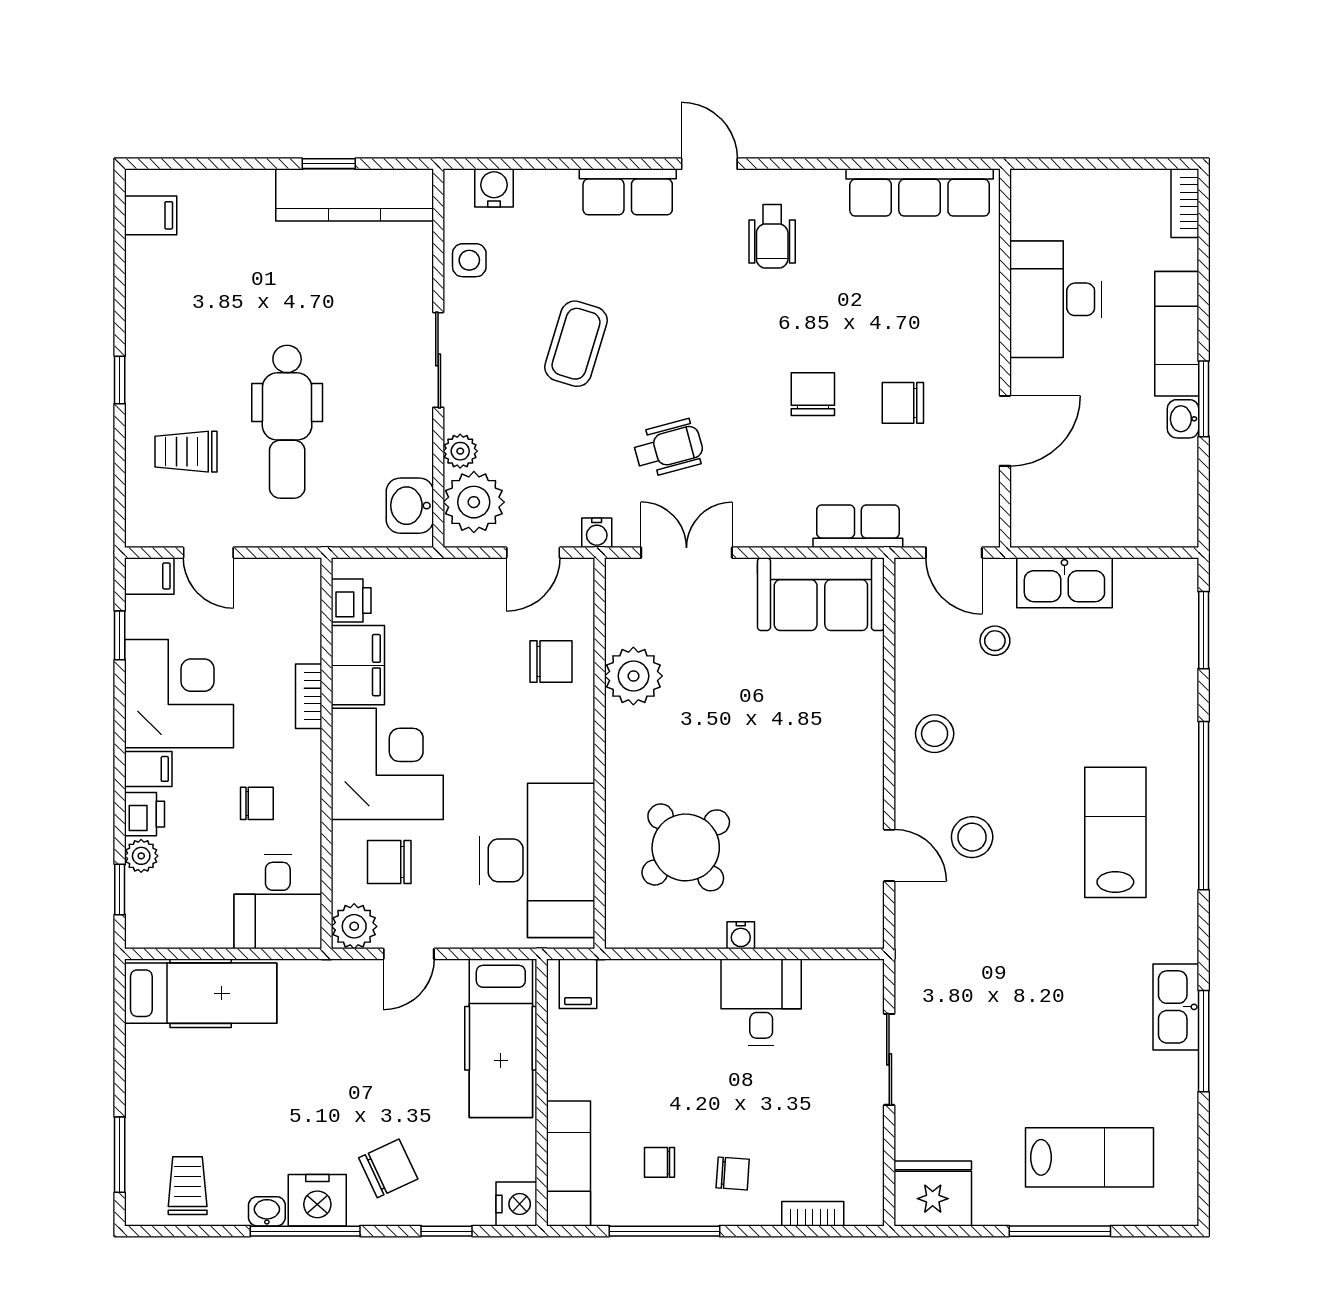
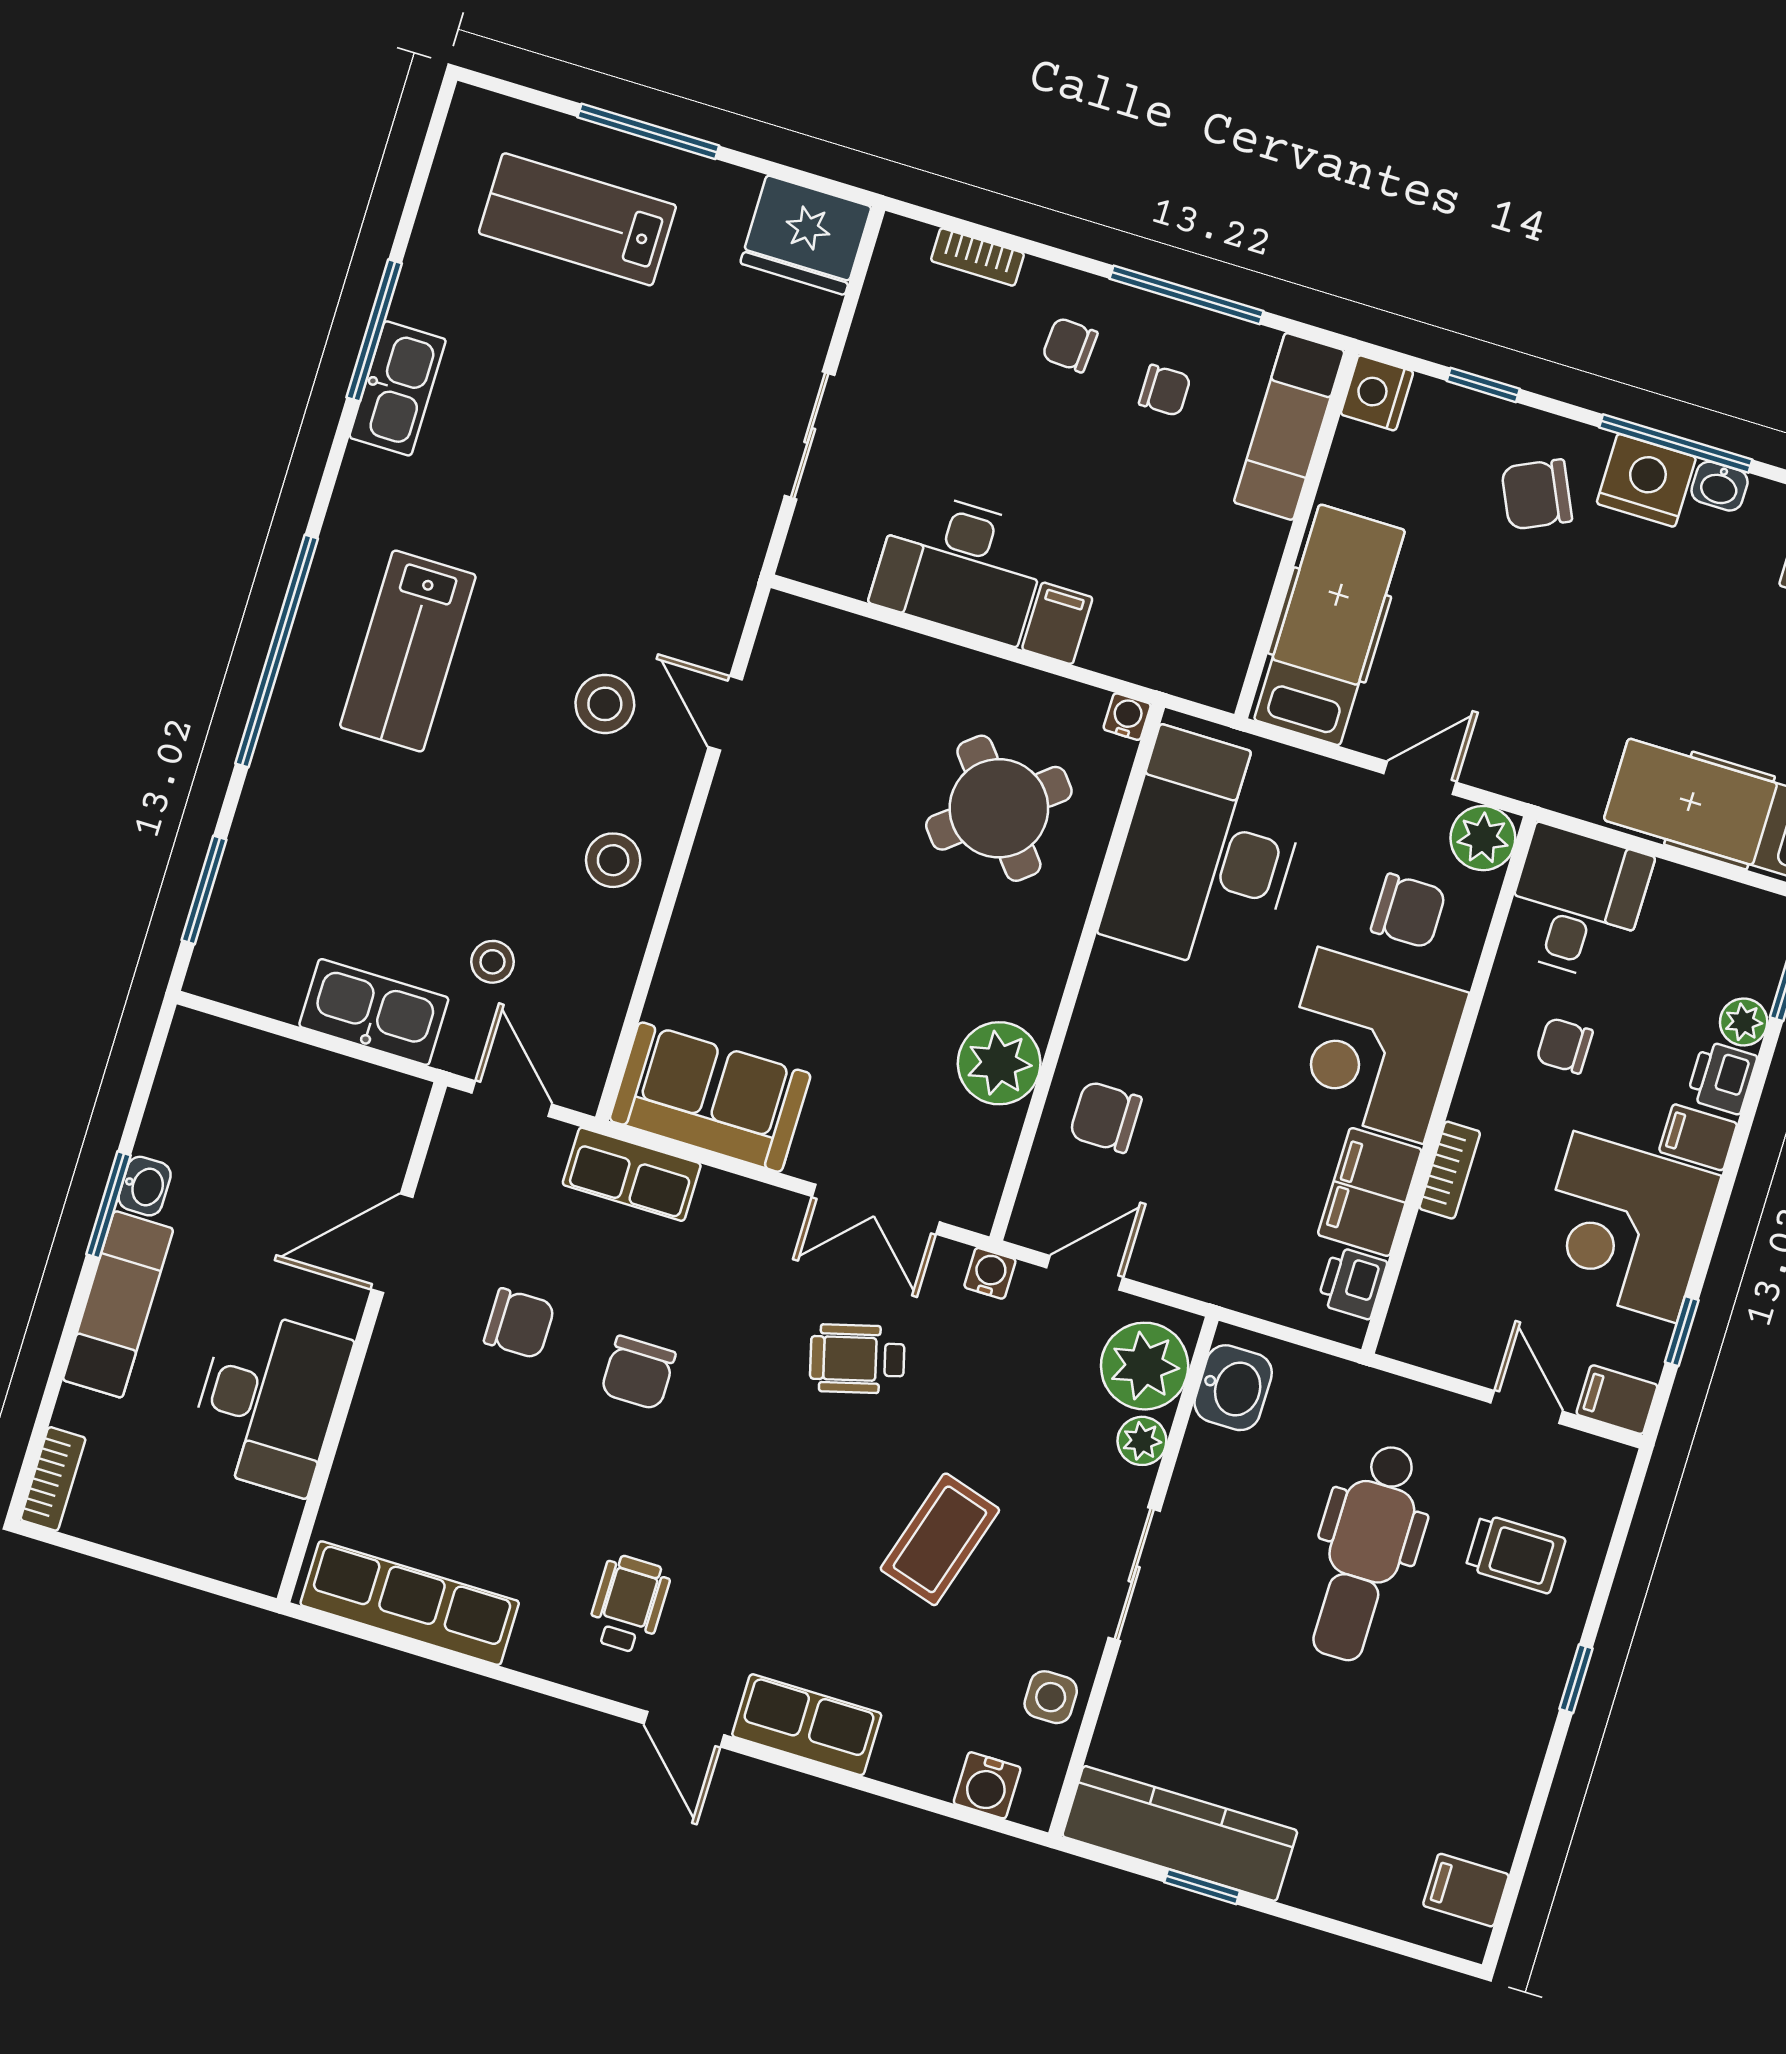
dental chair: (287, 422) -> (1365, 1553), turned 180
water cooler: (741, 935) -> (1127, 717), moved
filing cabinet: (578, 984) -> (1057, 623), moved
desk: (761, 1002) -> (960, 567), width x1.37

